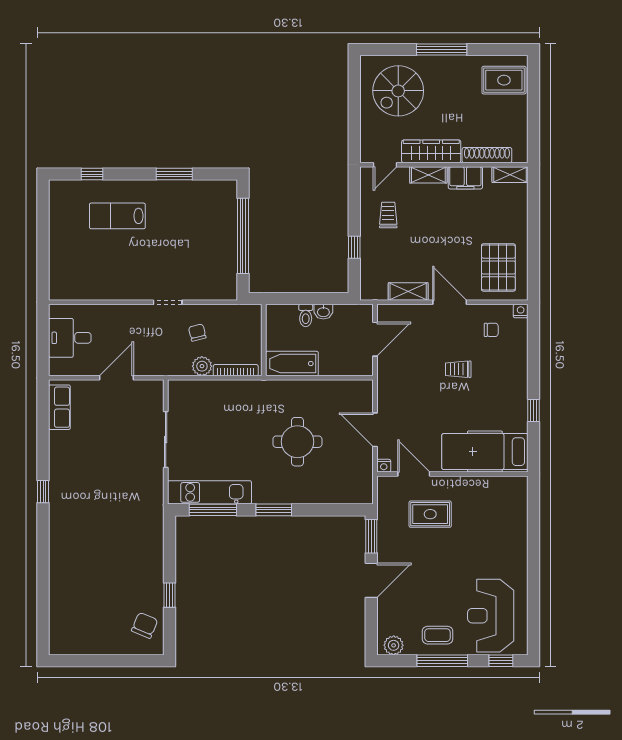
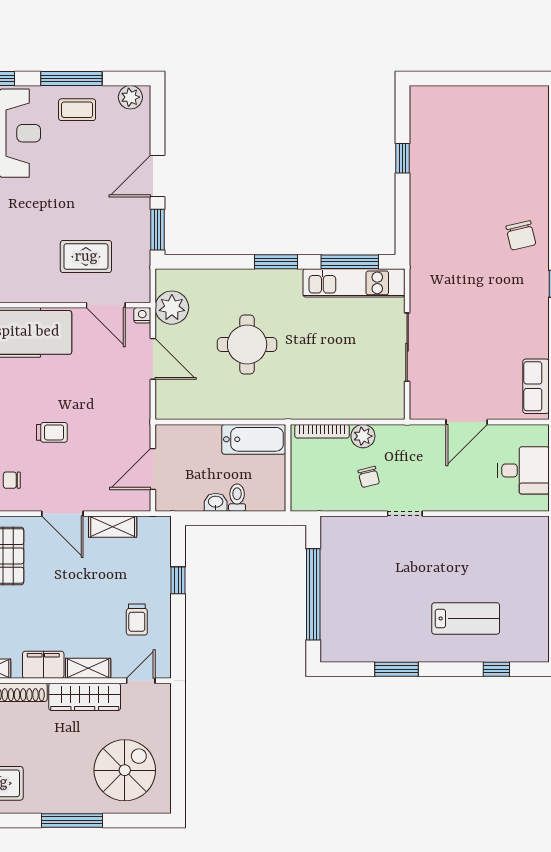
plant: (359, 472) -> (172, 308), added
chair: (145, 625) -> (521, 235), moved, turned -36

